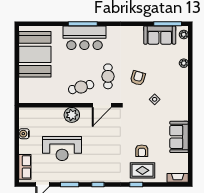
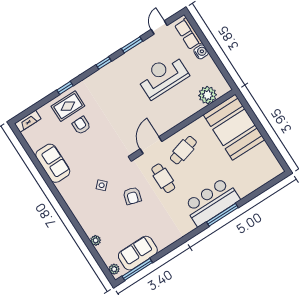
booth: (35, 54) -> (234, 127), moved
plant: (72, 115) -> (208, 95), moved
water cooler: (24, 134) -> (201, 52), moved

